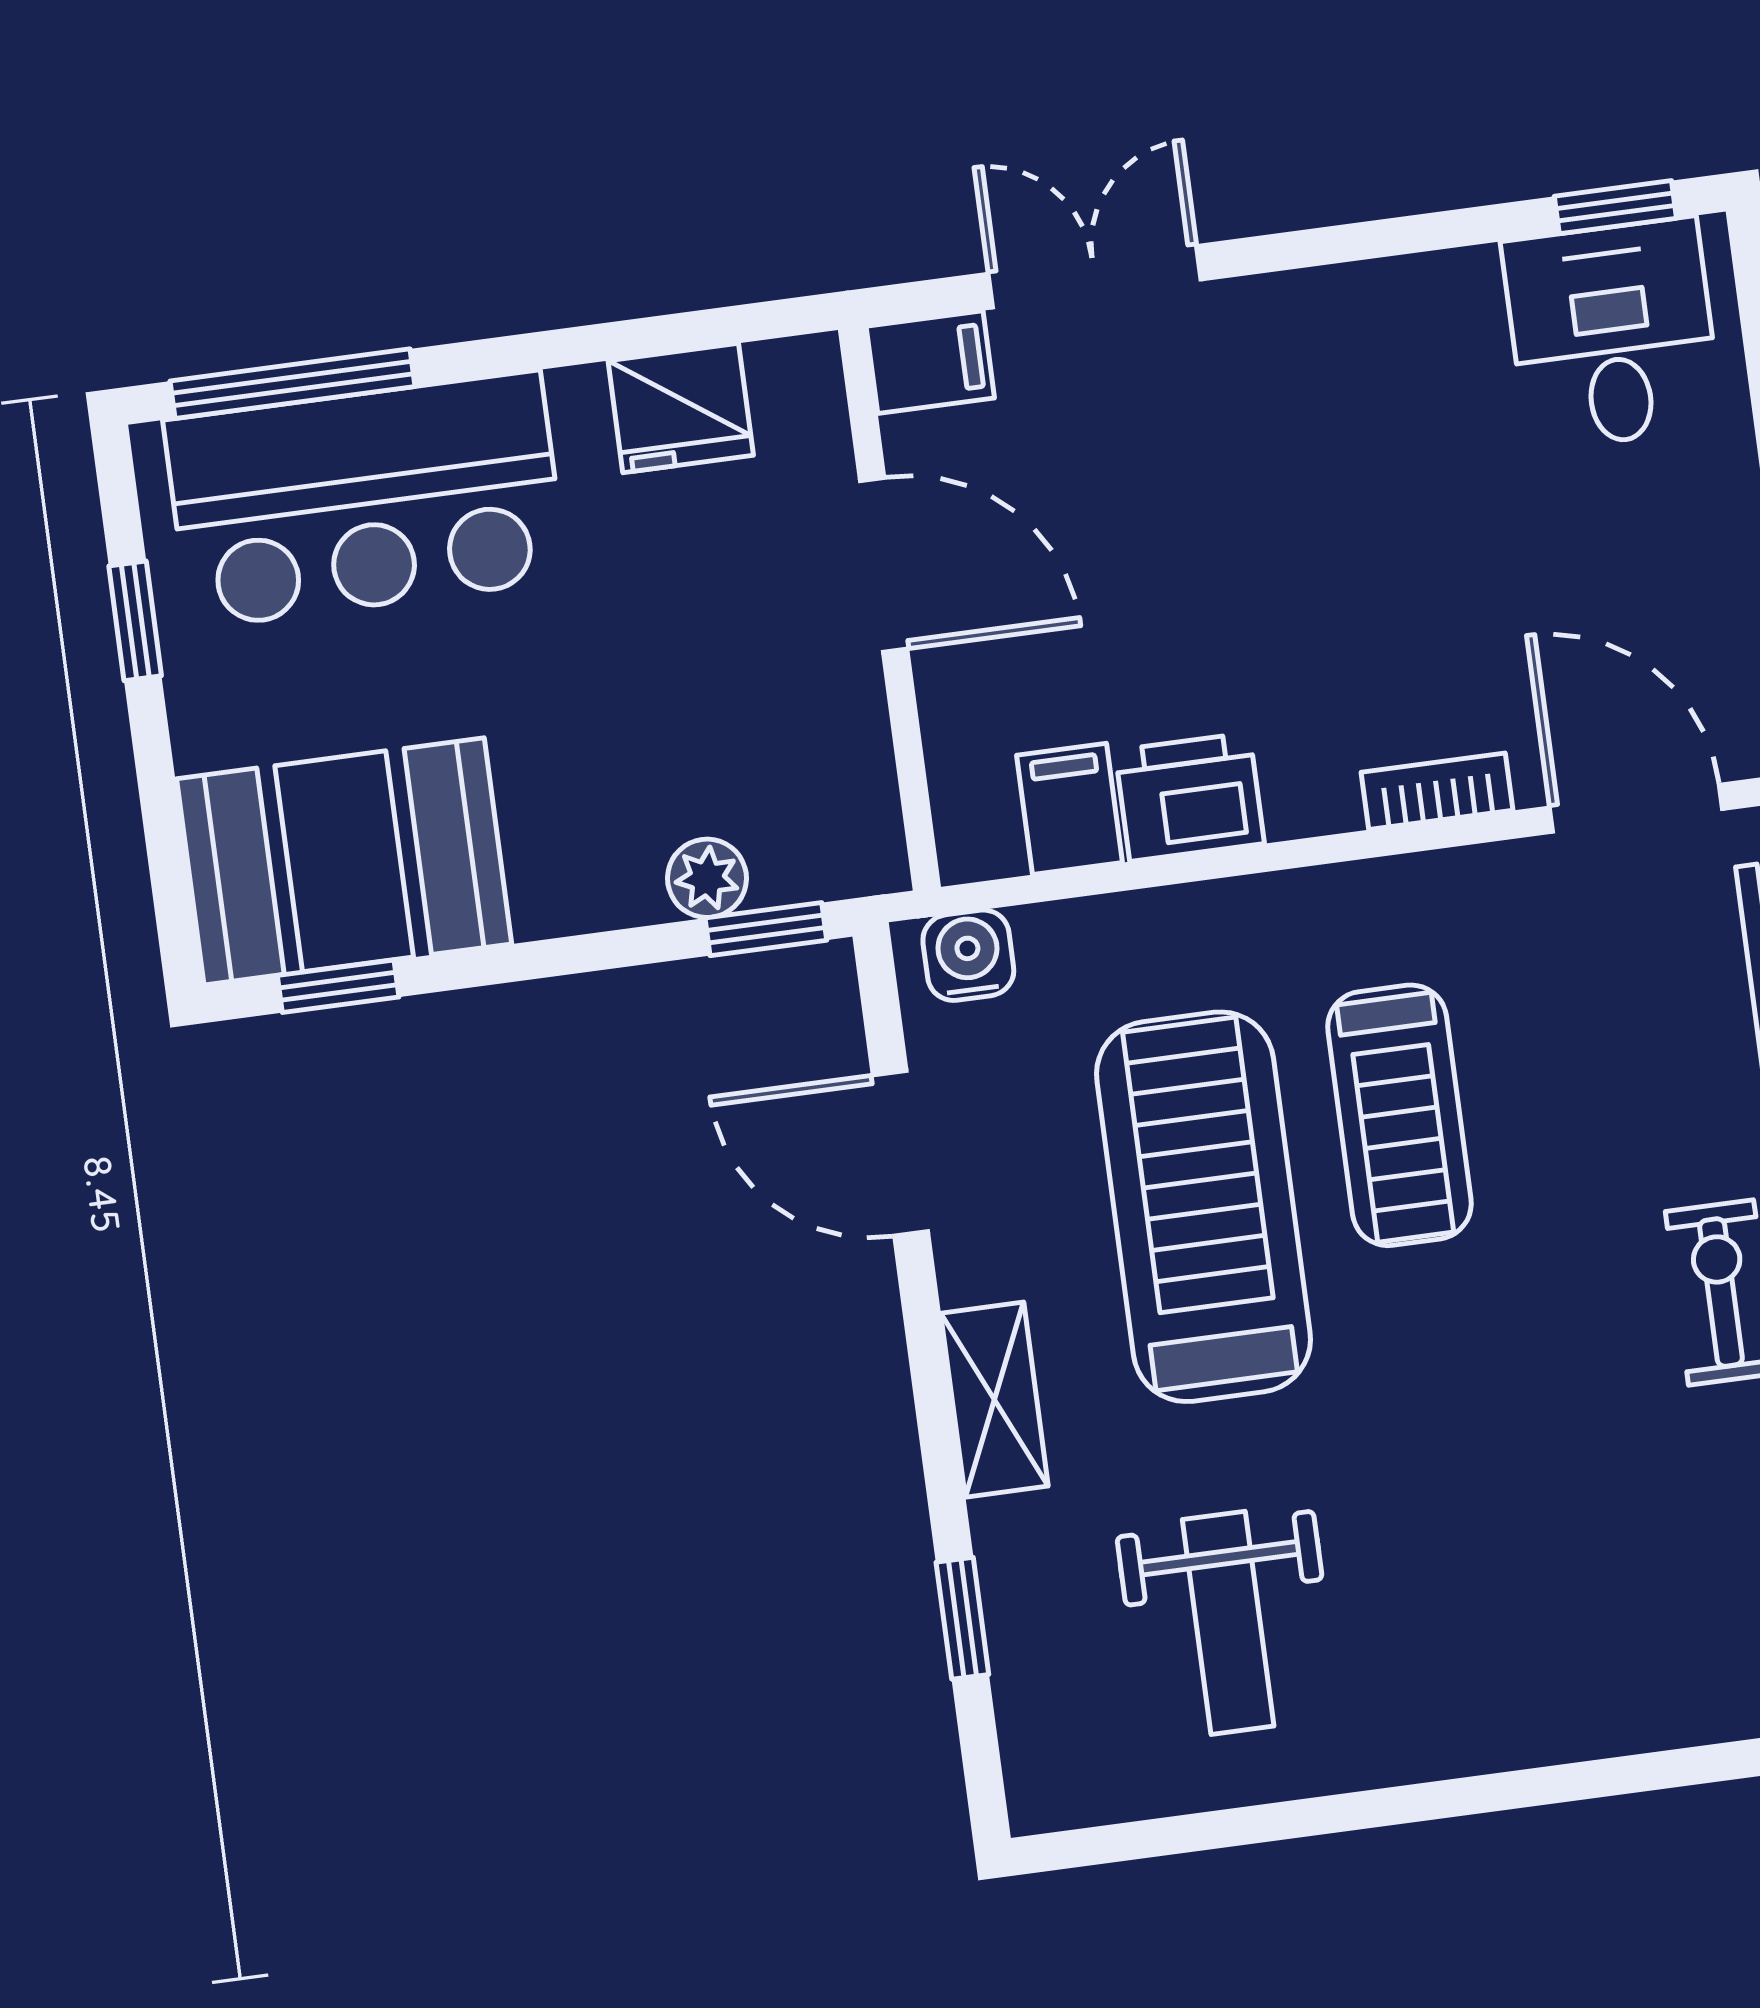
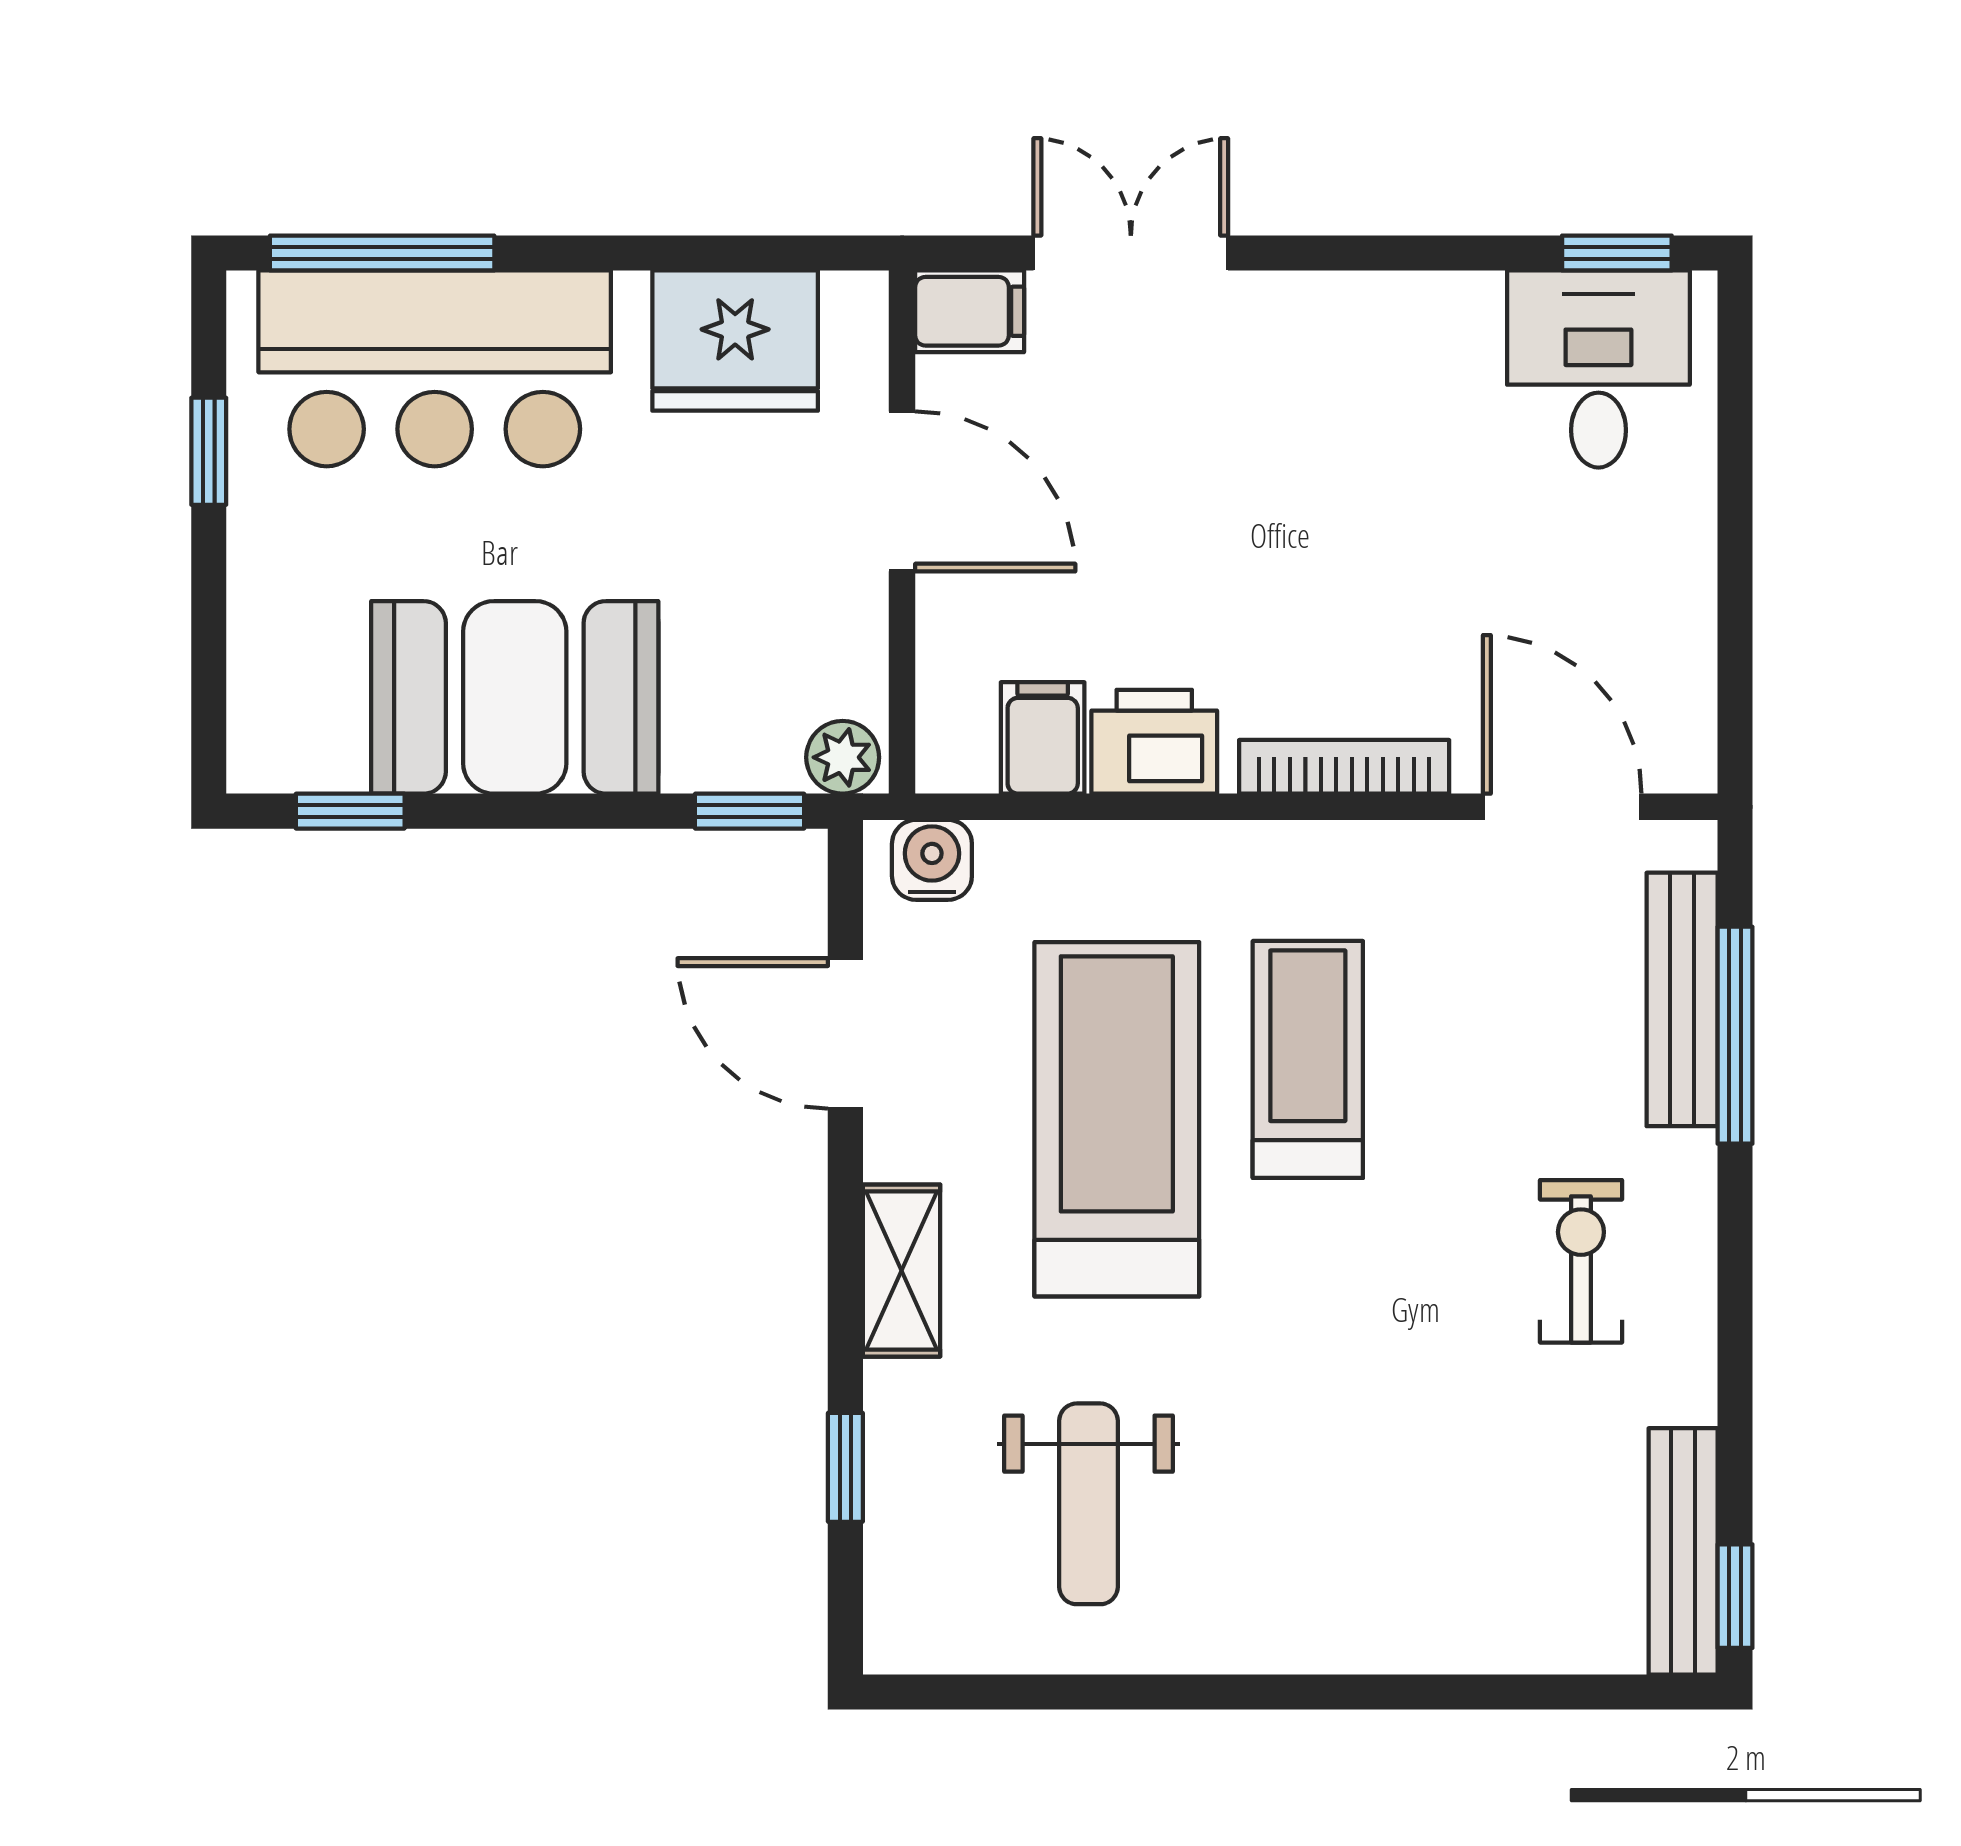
fridge: (681, 408) -> (735, 341), width x1.36, depth x1.34
bookcase: (1437, 791) -> (1344, 767), width x1.56
booth: (344, 861) -> (515, 697), moved
plant: (707, 878) -> (843, 757), moved
treadmill: (1399, 1115) -> (1308, 1059), turned 180

